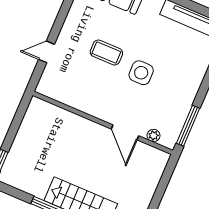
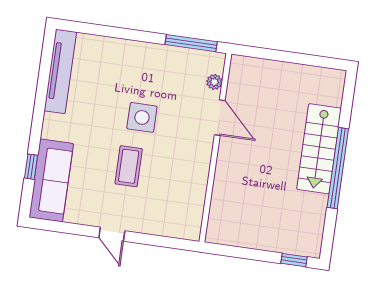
door: (47, 52) -> (112, 234), moved
door: (125, 132) -> (220, 118), hinge flipped

